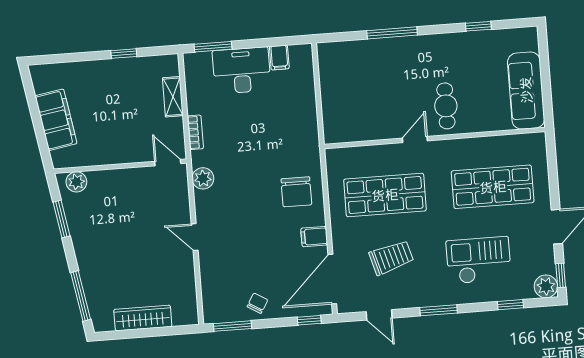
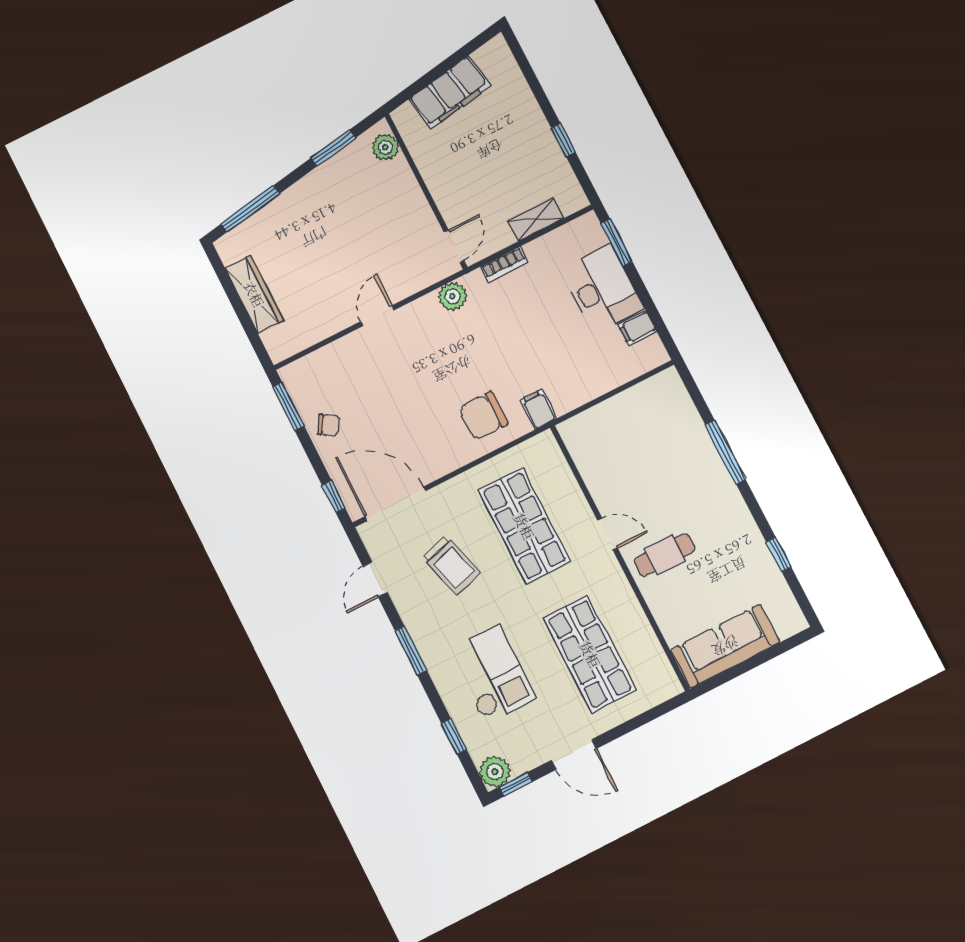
filing cabinet: (314, 237) -> (538, 409), moved

